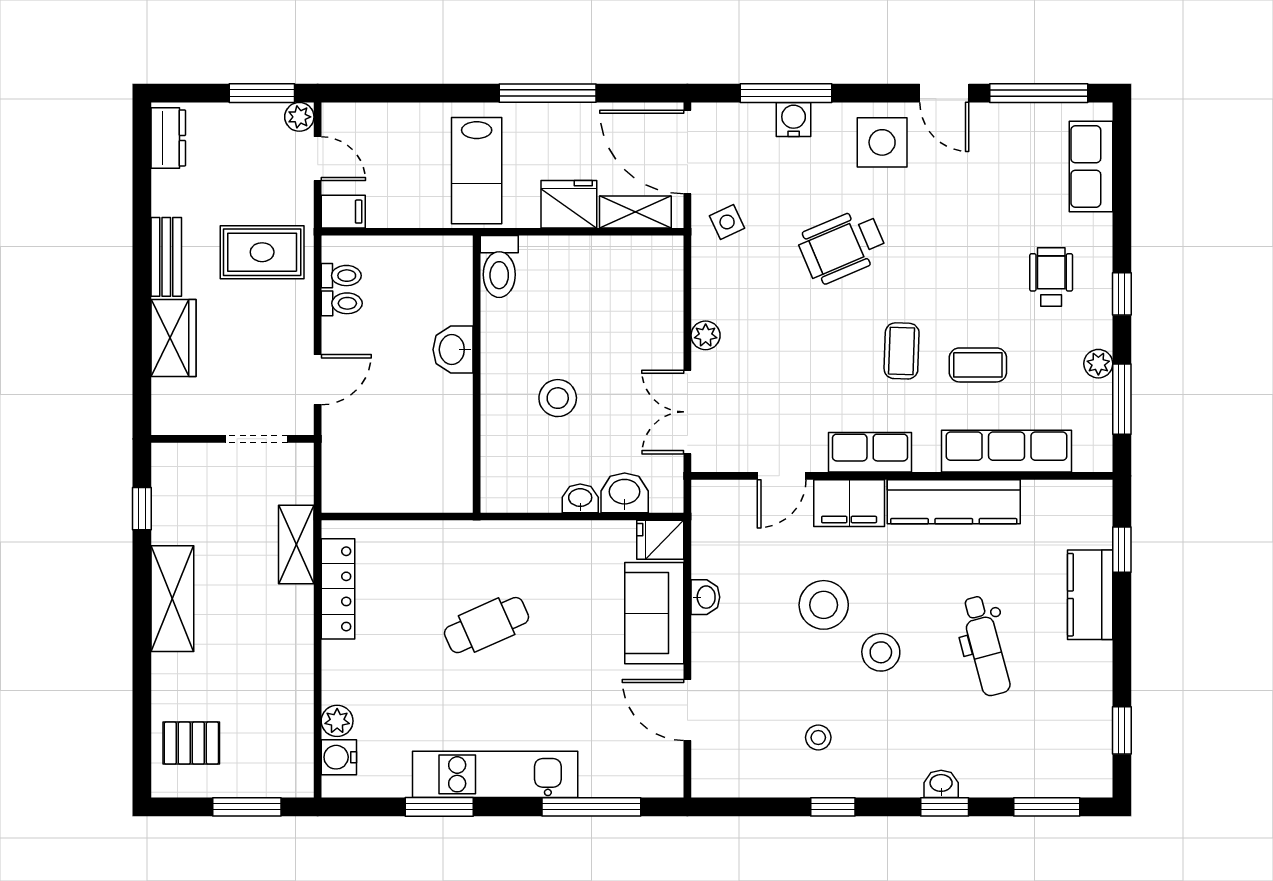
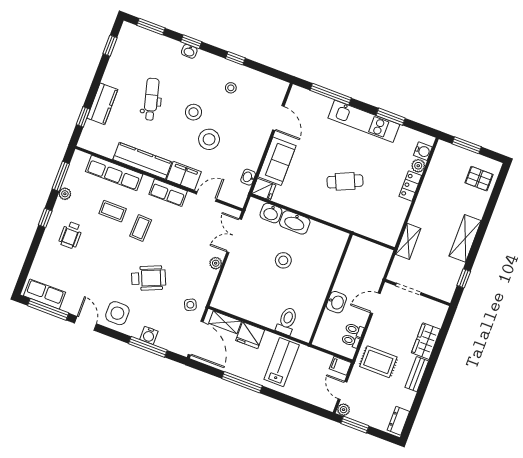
row of seats: (1091, 166) -> (44, 294), moved, turned -90
washbasin: (453, 350) -> (336, 302), moved
wall: (477, 374) -> (331, 289), moved
double door: (687, 412) -> (234, 236), swing flipped
washbasin: (580, 498) -> (295, 222), width x1.91, depth x1.45
locker: (338, 589) -> (410, 186), moved, width x0.66
washbasin: (705, 597) -> (248, 177), moved

